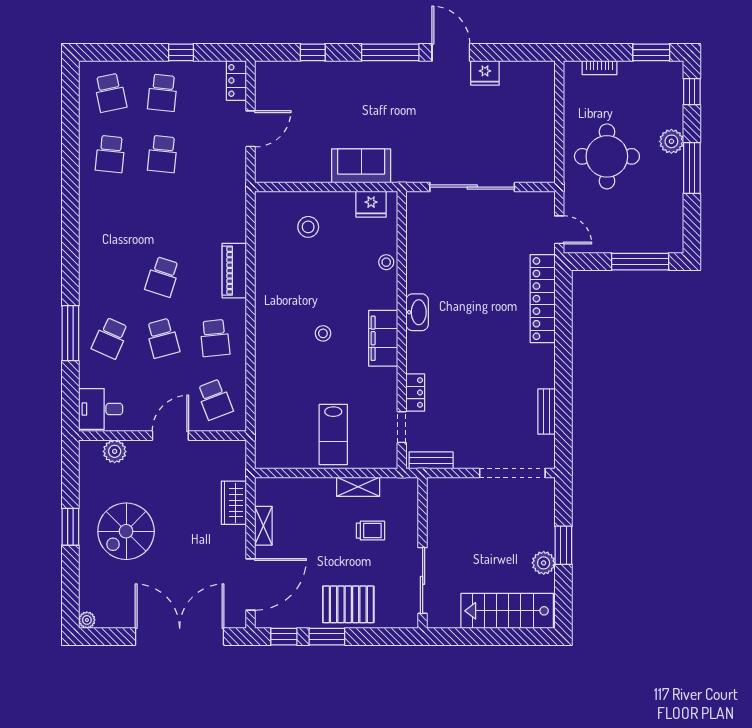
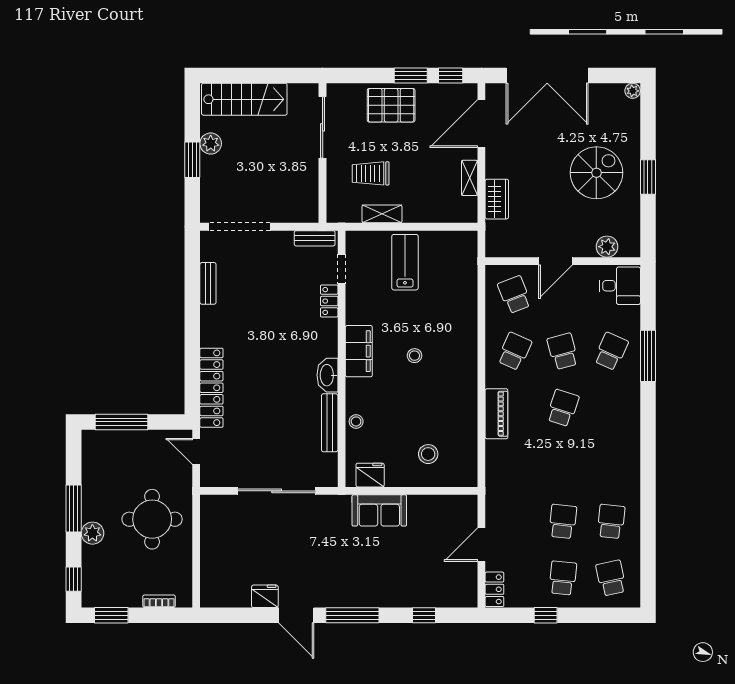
bench: (415, 261) -> (330, 423), added
school desk: (215, 338) -> (514, 351), turned 30
trolley: (370, 531) -> (371, 173), width x1.36, depth x1.39

